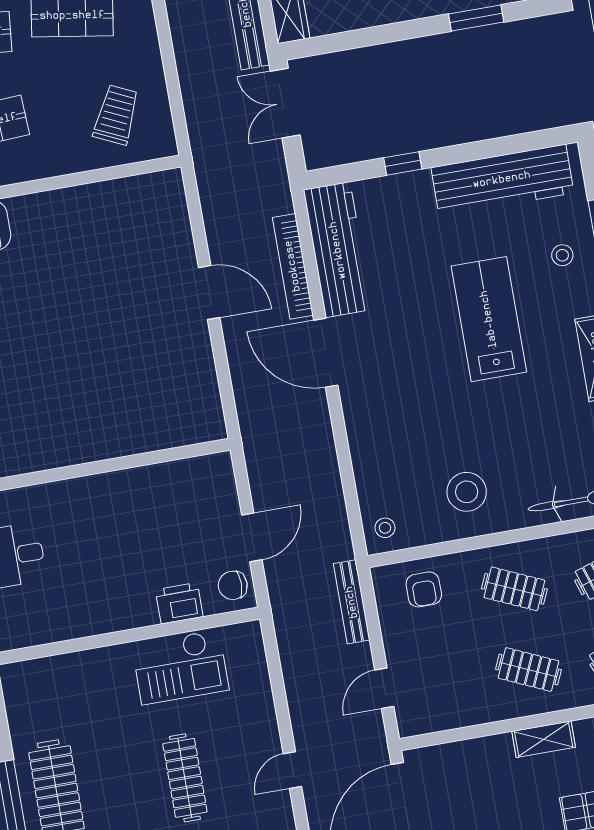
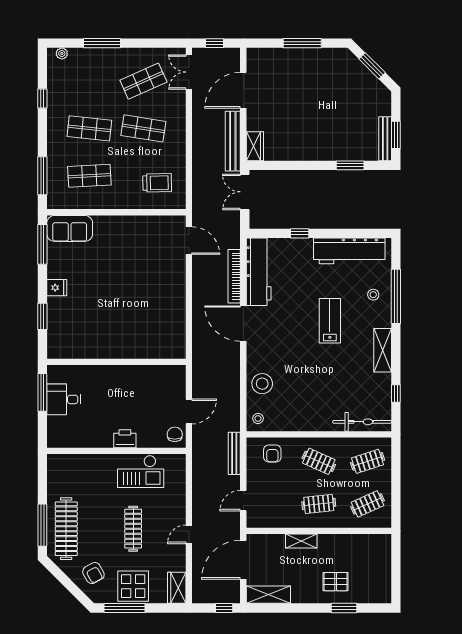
trolley: (116, 115) -> (157, 183), turned 64
door: (209, 293) -> (189, 240), moved
lab bench: (489, 319) -> (330, 321), width x0.73, depth x0.72
stool: (467, 492) -> (262, 384), moved
chair: (233, 585) -> (175, 434), turned 90
printer: (179, 603) -> (125, 439), moved
clothes rail: (528, 670) -> (319, 504), turned -30
shelving: (544, 739) -> (301, 541), moved

